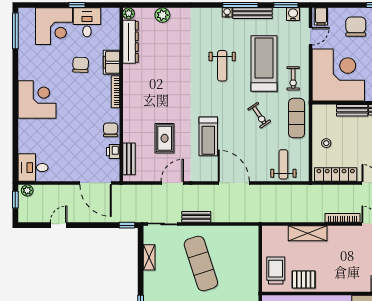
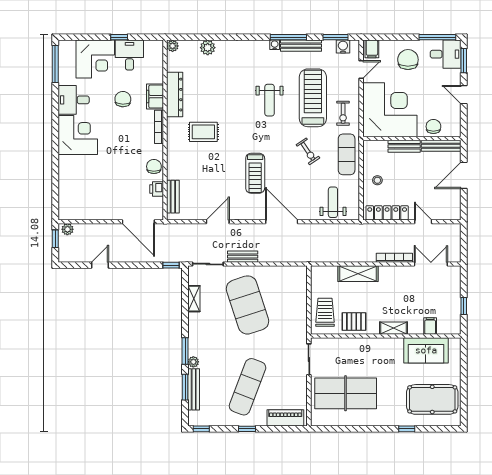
dresser: (131, 42) -> (175, 95), moved
rug: (165, 138) -> (203, 132), moved, turned 90
desk: (33, 168) -> (74, 100), moved
exercise mat: (201, 263) -> (248, 305), width x1.47
shelving: (342, 286) -> (393, 328), added

